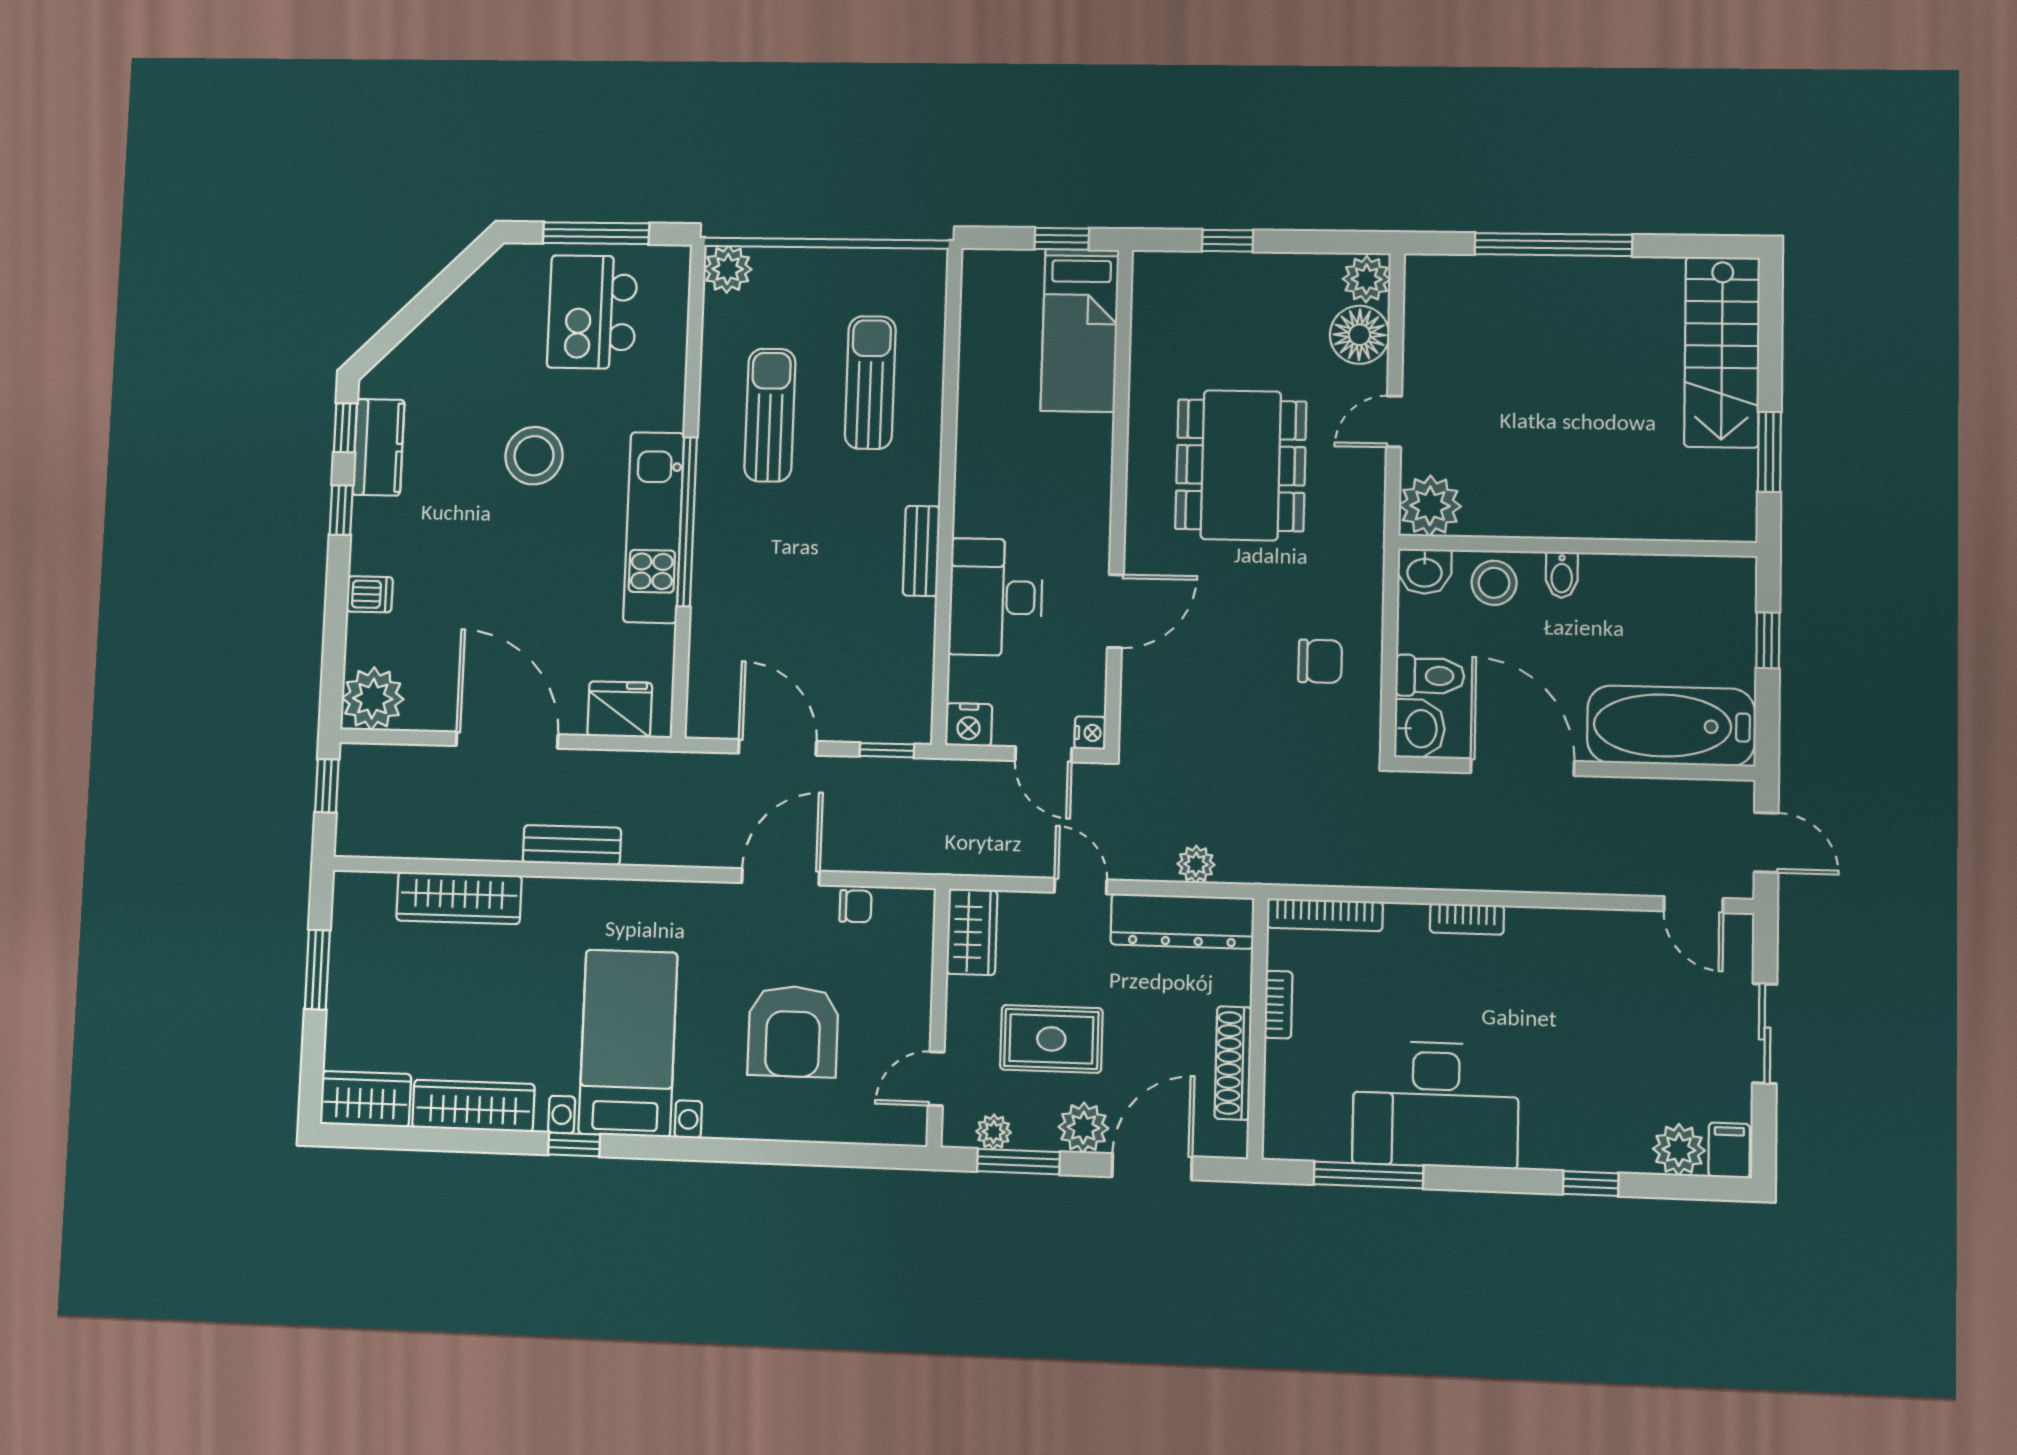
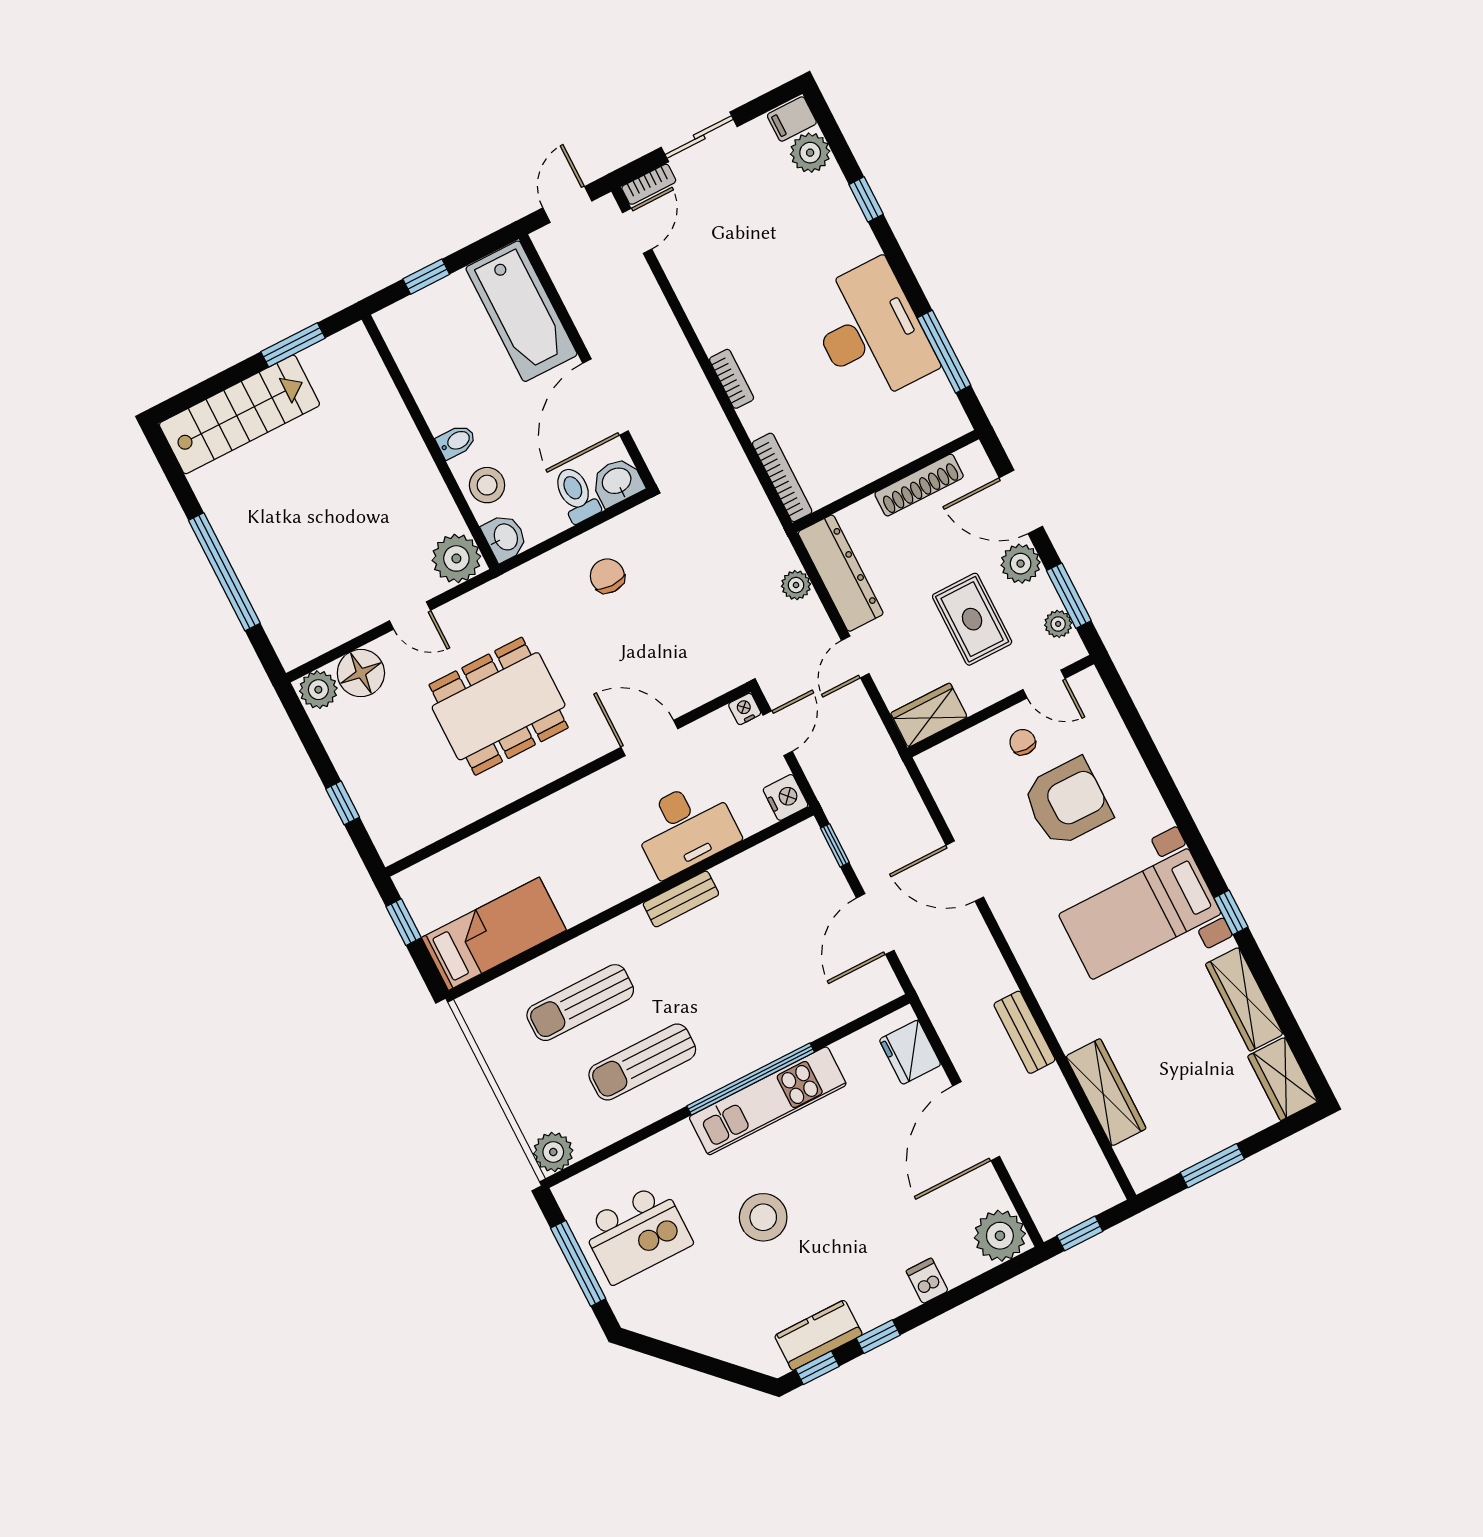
bed: (1080, 330) -> (494, 934), moved
chair: (855, 906) -> (1023, 742), moved
bookcase: (1278, 1005) -> (649, 184), moved, turned 180

